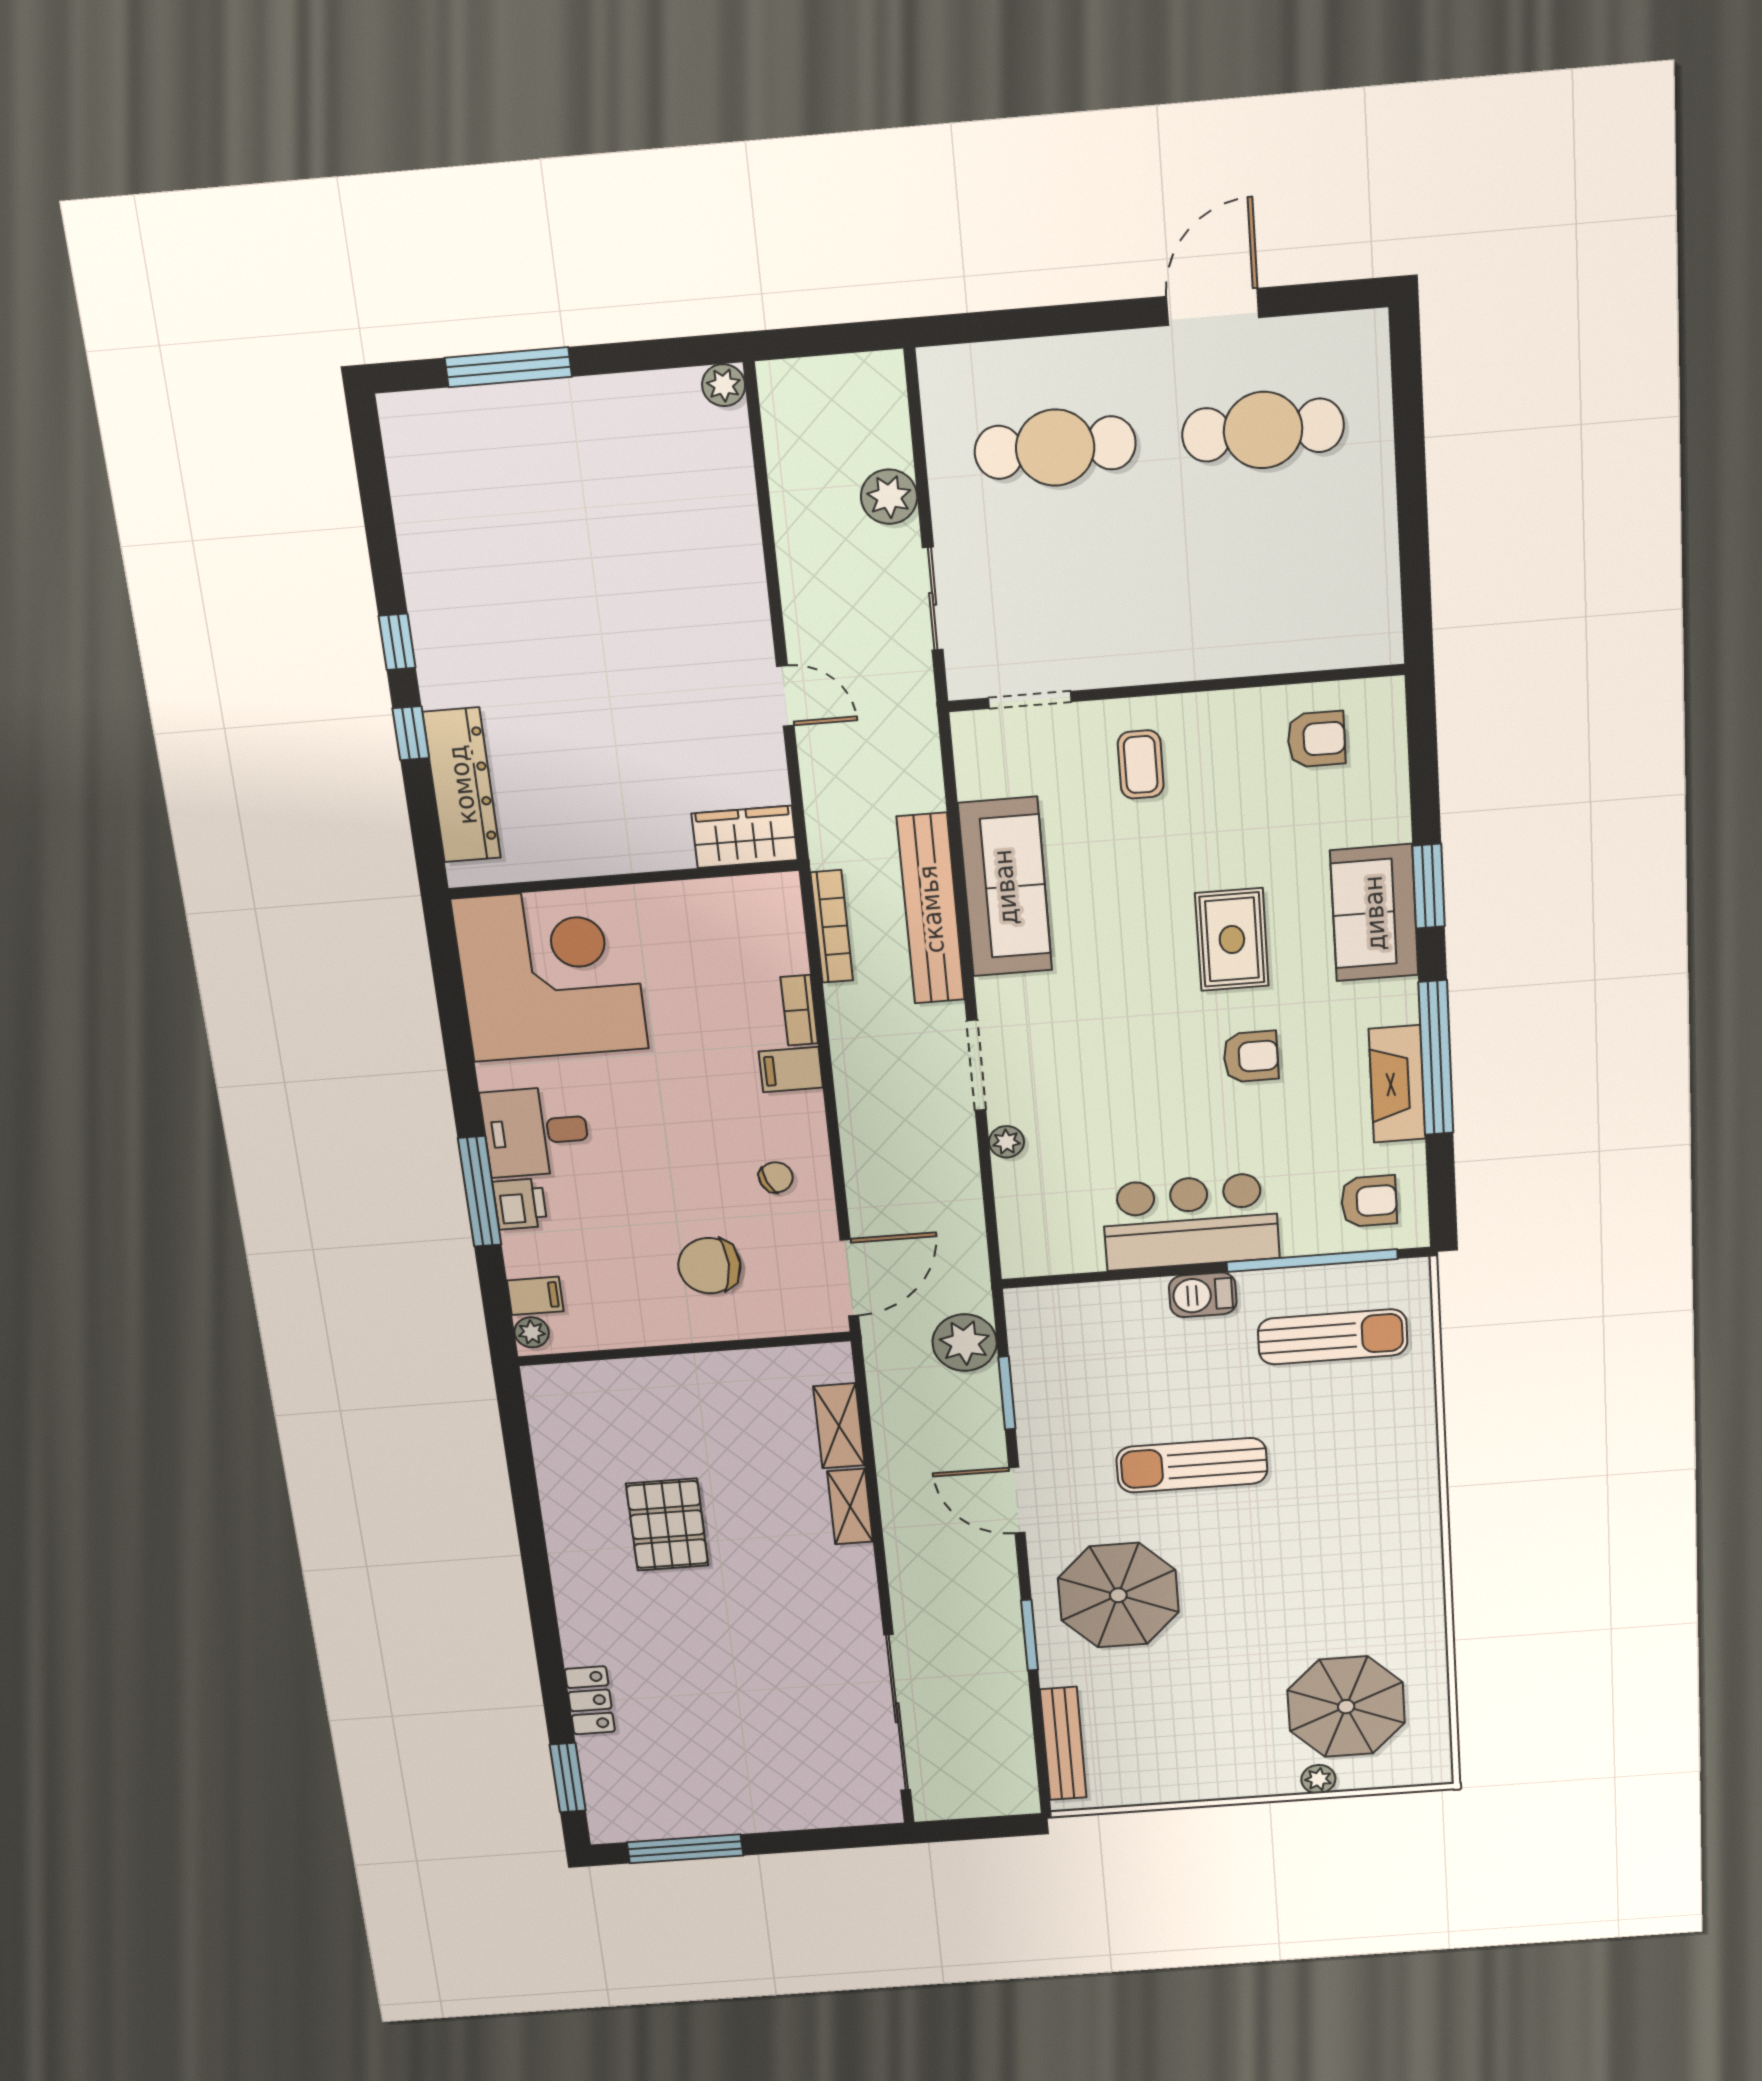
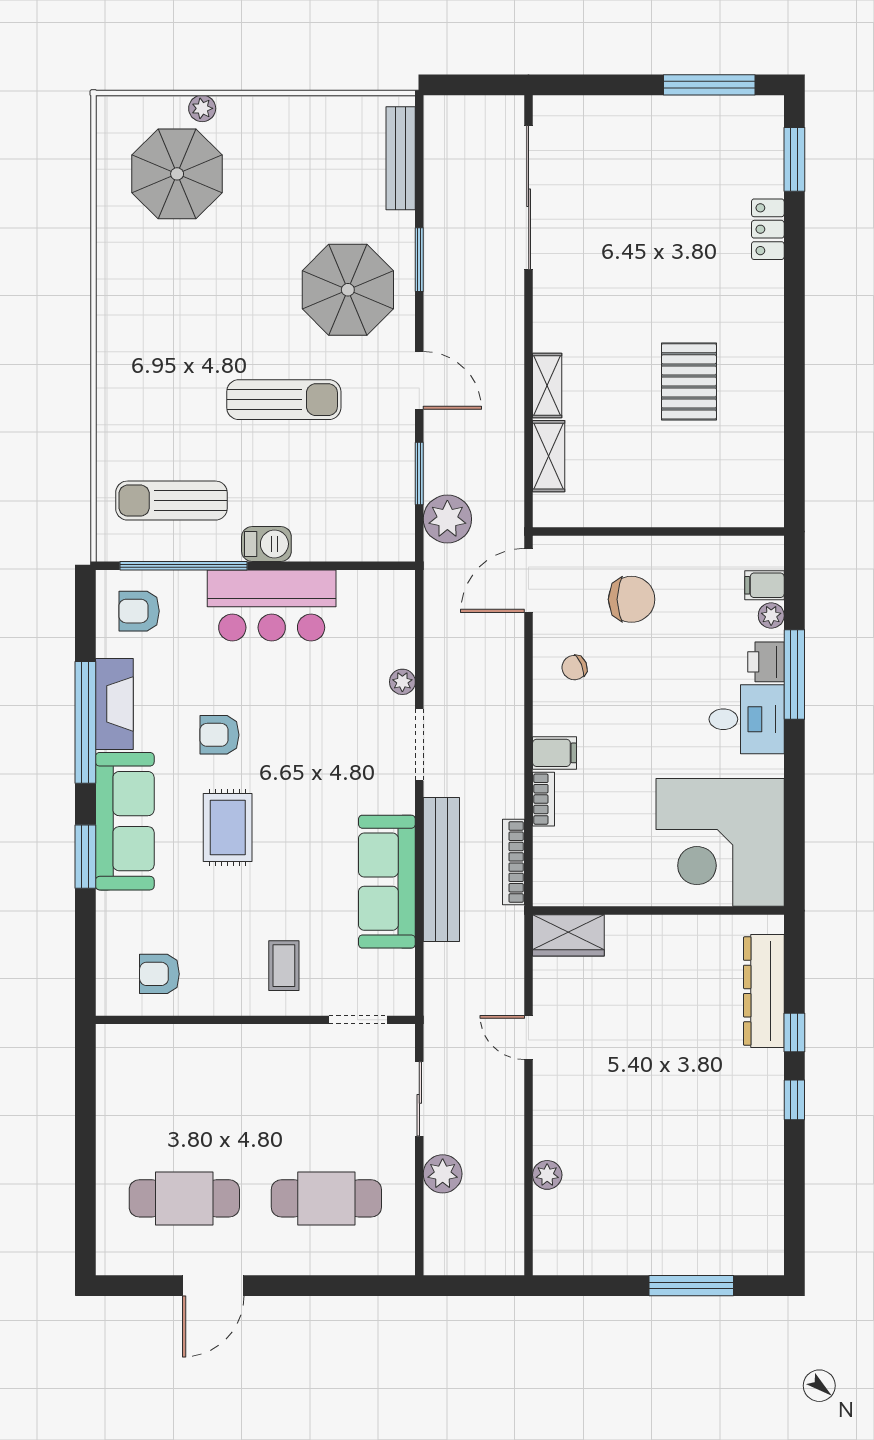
plant: (724, 385) -> (547, 1175), moved
sofa: (1374, 913) -> (125, 821), width x1.36
plant: (532, 1332) -> (771, 616), moved

